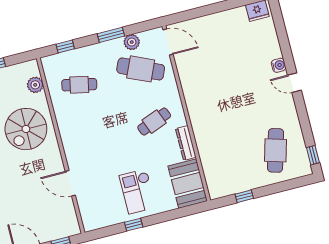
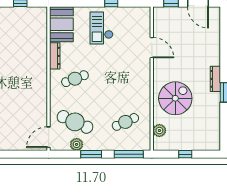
door: (168, 42) -> (49, 137), hinge flipped
window: (65, 47) -> (129, 154), width x2.17
cafe table: (79, 85) -> (125, 122), turned -36
checkout: (138, 191) -> (102, 28), turned 180

